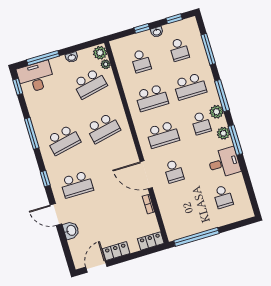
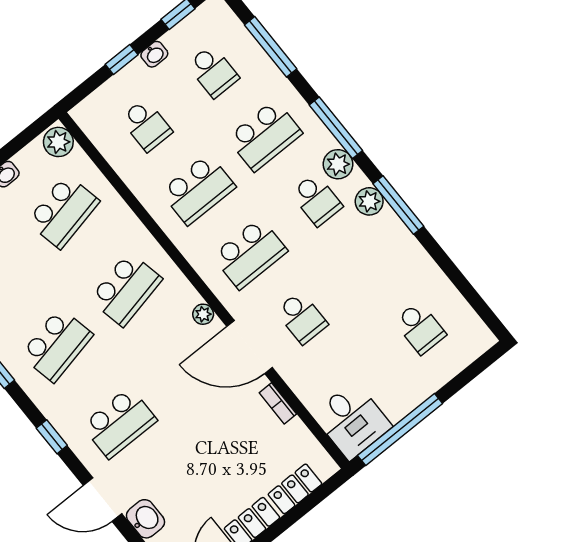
plant: (106, 64) -> (203, 314), moved
desk: (224, 163) -> (352, 420), moved, turned 90
locker: (151, 241) -> (295, 489), moved

